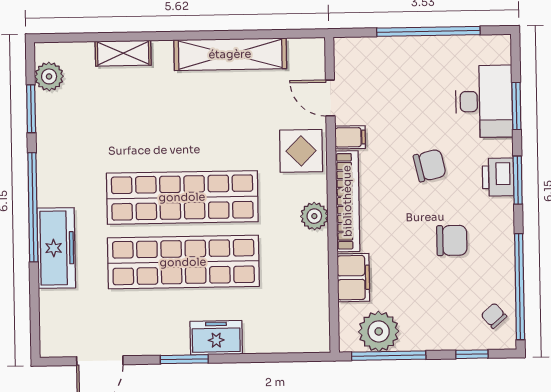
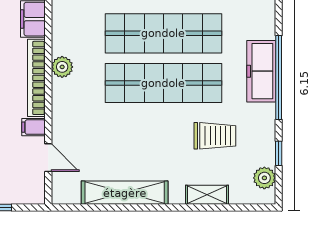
window: (31, 109) -> (279, 153), width x0.67
trolley: (114, 130) -> (215, 136), added
display table: (301, 151) -> (71, 117), removed
freezer: (56, 248) -> (261, 71), moved

